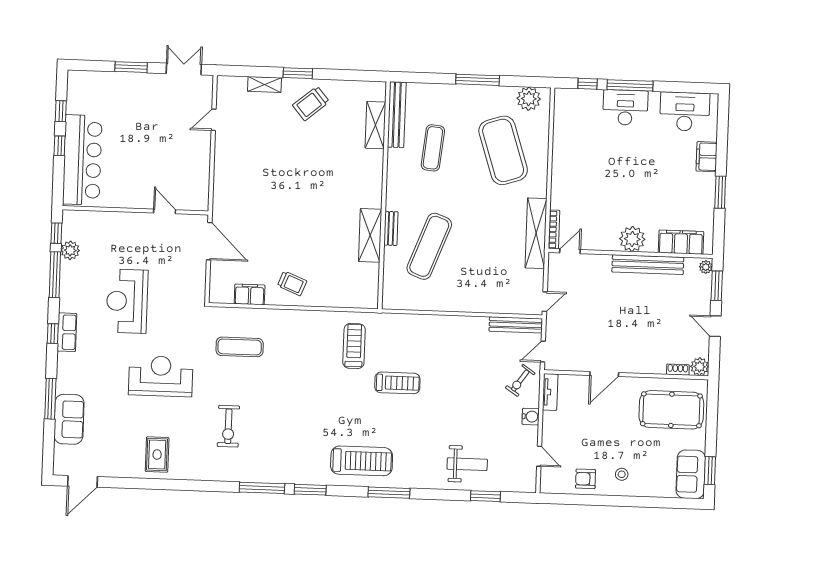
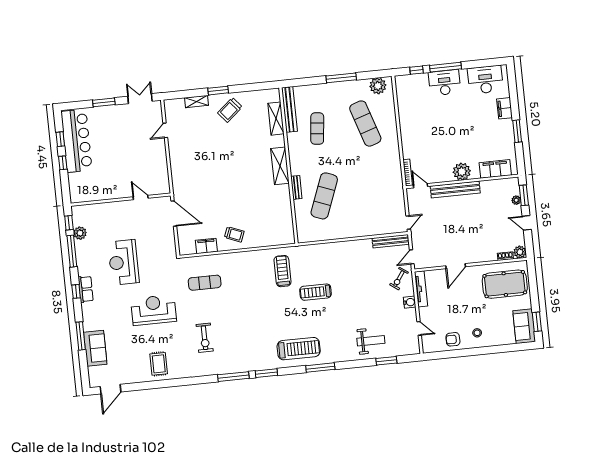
exercise mat: (503, 150) -> (365, 124), width x0.68
bar counter: (82, 160) -> (77, 141), moved
shelving: (536, 233) -> (396, 177), removed
shelving: (370, 235) -> (280, 166), moved
door: (570, 251) -> (421, 186), hinge flipped
bench: (648, 265) -> (455, 190), moved
plant: (706, 267) -> (516, 200), moved
treadmill: (397, 383) -> (316, 292), turned 180
tv unit: (550, 392) -> (421, 289), width x1.41

